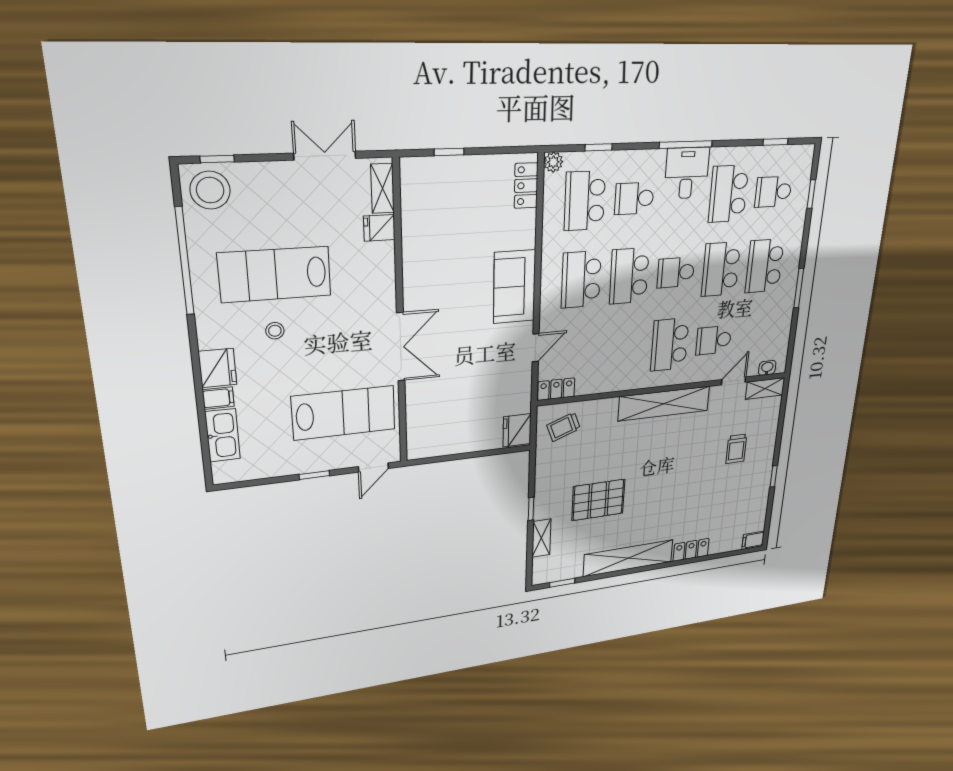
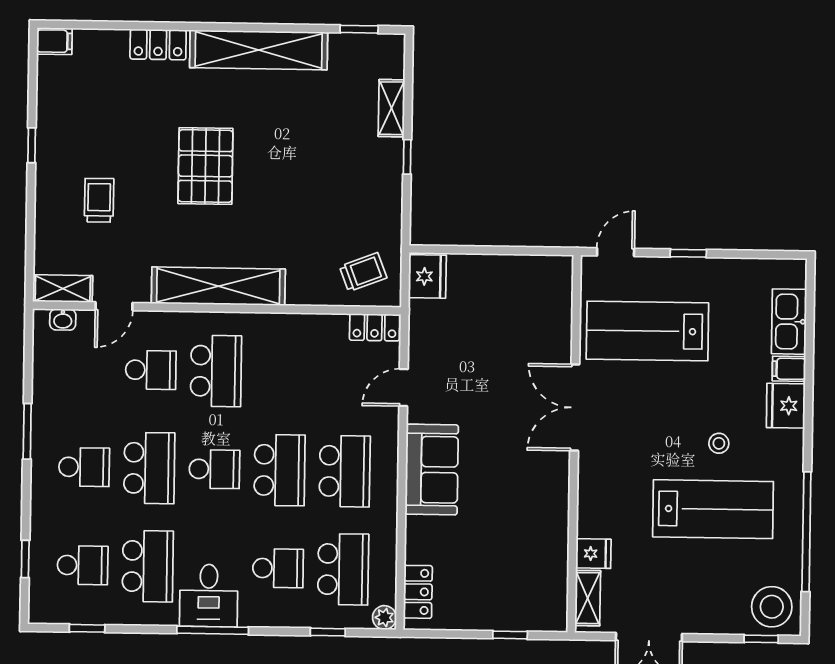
school desk: (765, 266) -> (84, 467), width x0.54
pallet: (598, 500) -> (205, 166), moved, turned 90

